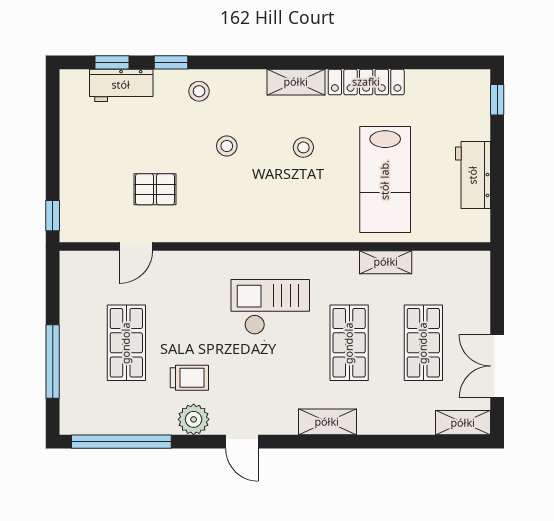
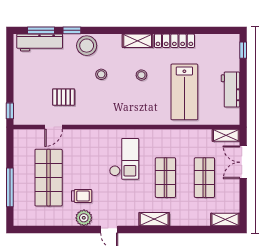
window: (112, 62) -> (41, 30), width x1.50
workbench: (121, 85) -> (40, 43), width x1.38
stool: (199, 91) -> (87, 46), width x1.89, depth x1.89
shelving: (386, 262) -> (226, 135), moved
checkout: (270, 307) -> (124, 159), turned 90
shop shelf: (126, 343) -> (49, 178), width x1.43, depth x1.36
double door: (497, 366) -> (243, 162), moved
window: (121, 442) -> (46, 230), removed

